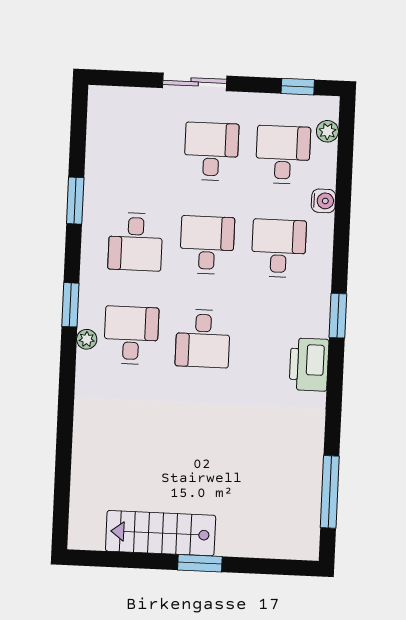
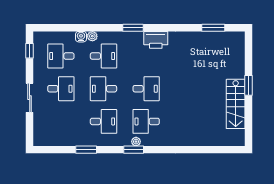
plant: (327, 131) -> (92, 36), moved
desk: (211, 151) -> (61, 89), turned 180
desk: (279, 248) -> (103, 56), turned 180
plant: (87, 339) -> (136, 142), moved
window: (330, 492) -> (213, 28), width x0.69

